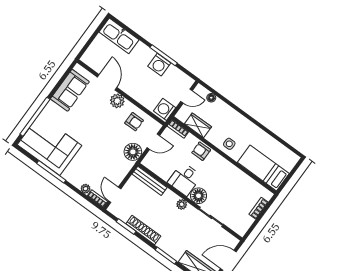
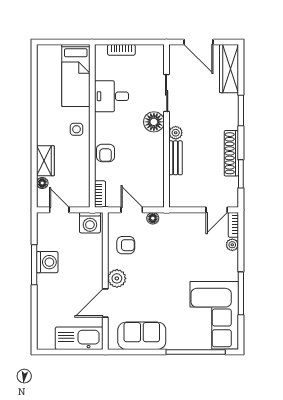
kitchen sink: (119, 36) -> (79, 338), moved, turned -90
armchair: (134, 122) -> (126, 245), turned 90
wardrobe: (198, 125) -> (45, 161), moved, turned 180
floor lamp: (133, 152) -> (153, 218), width x0.53, depth x0.53
desk: (184, 179) -> (112, 96), moved, turned 180
bench: (150, 181) -> (176, 158), moved, width x0.73

